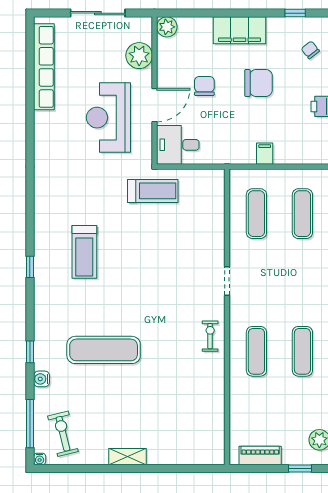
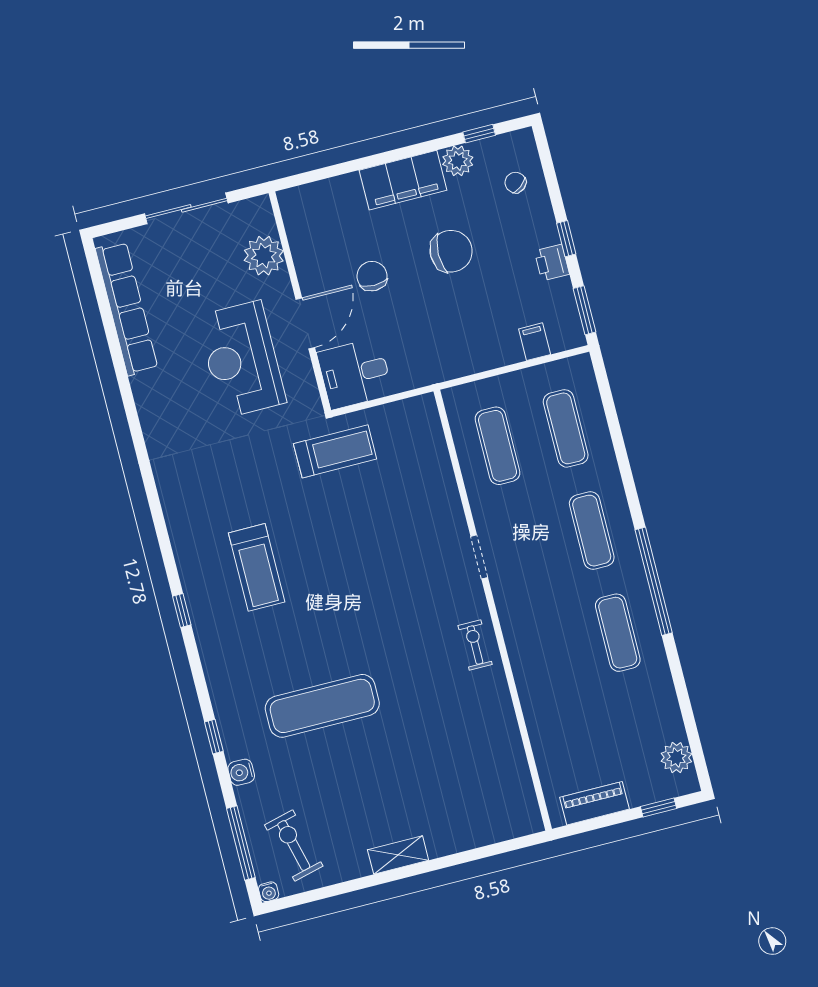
plant: (167, 27) -> (458, 161), moved
filing cabinet: (265, 154) -> (535, 342), moved
exercise mat: (256, 351) -> (592, 531), moved

